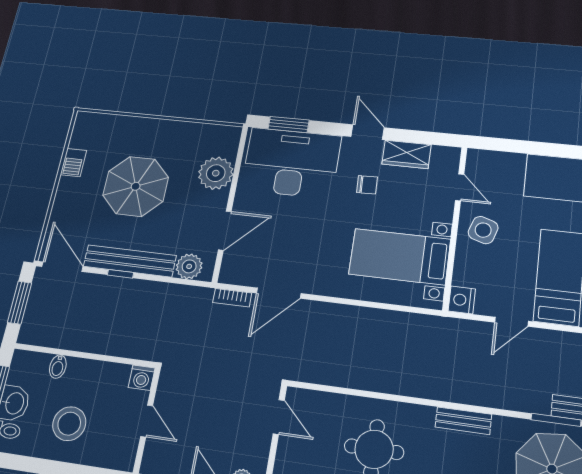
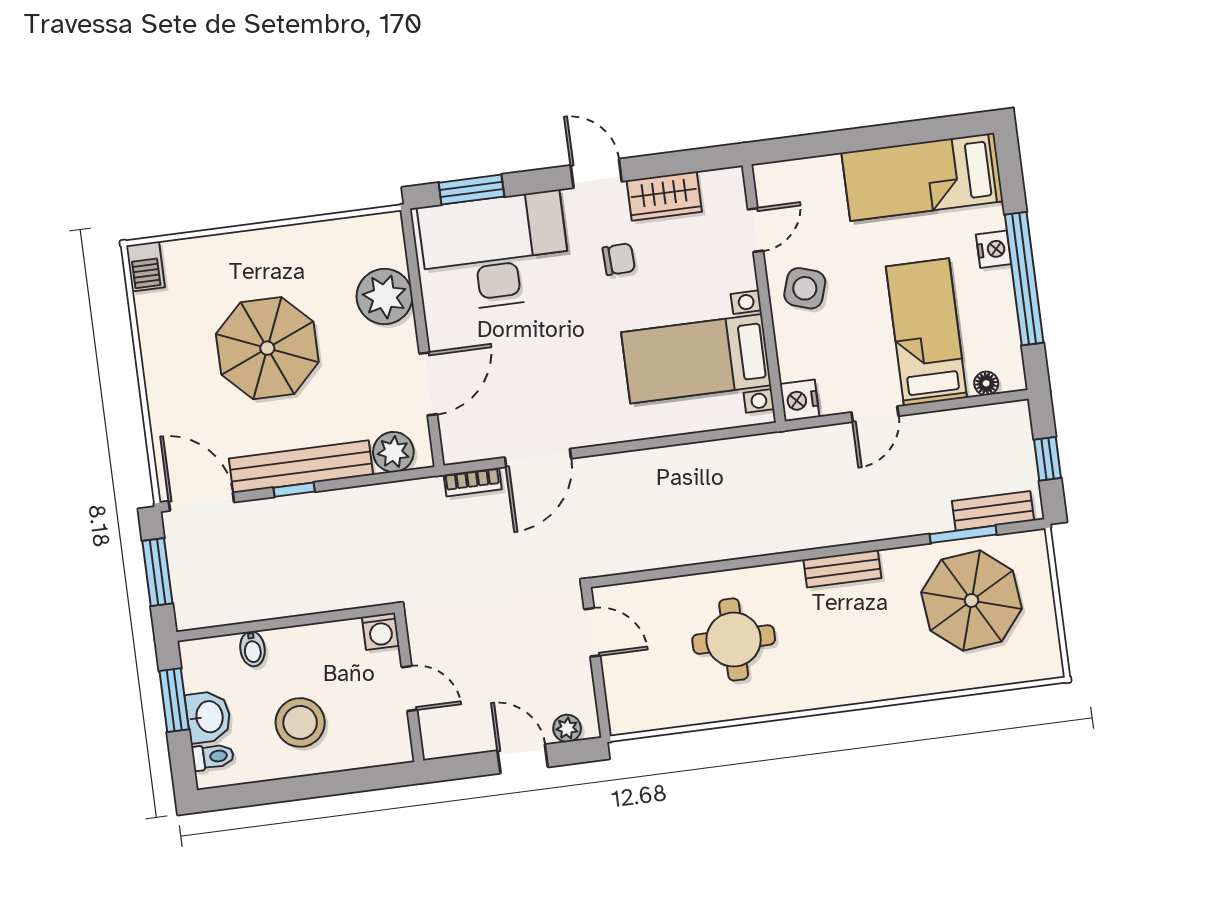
barbecue: (73, 162) -> (145, 266), moved
door: (460, 187) -> (755, 230), hinge flipped

